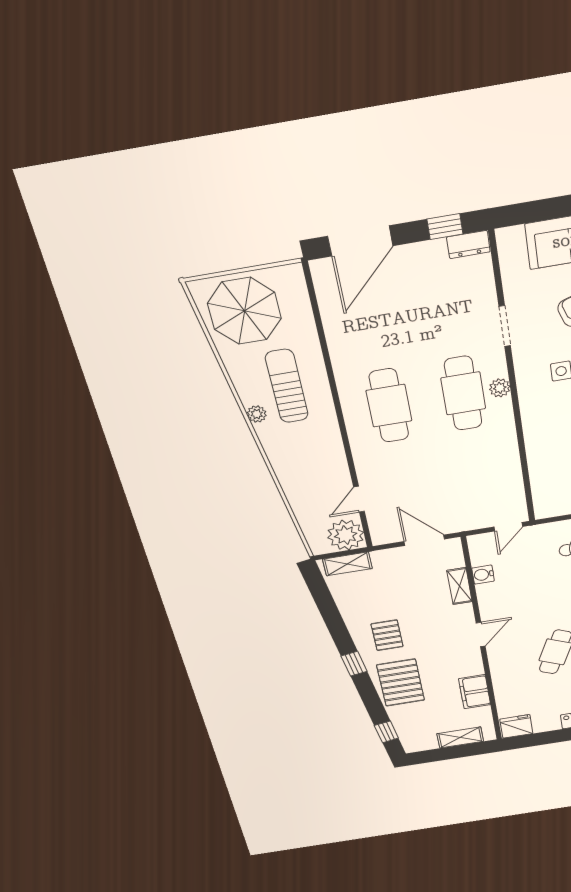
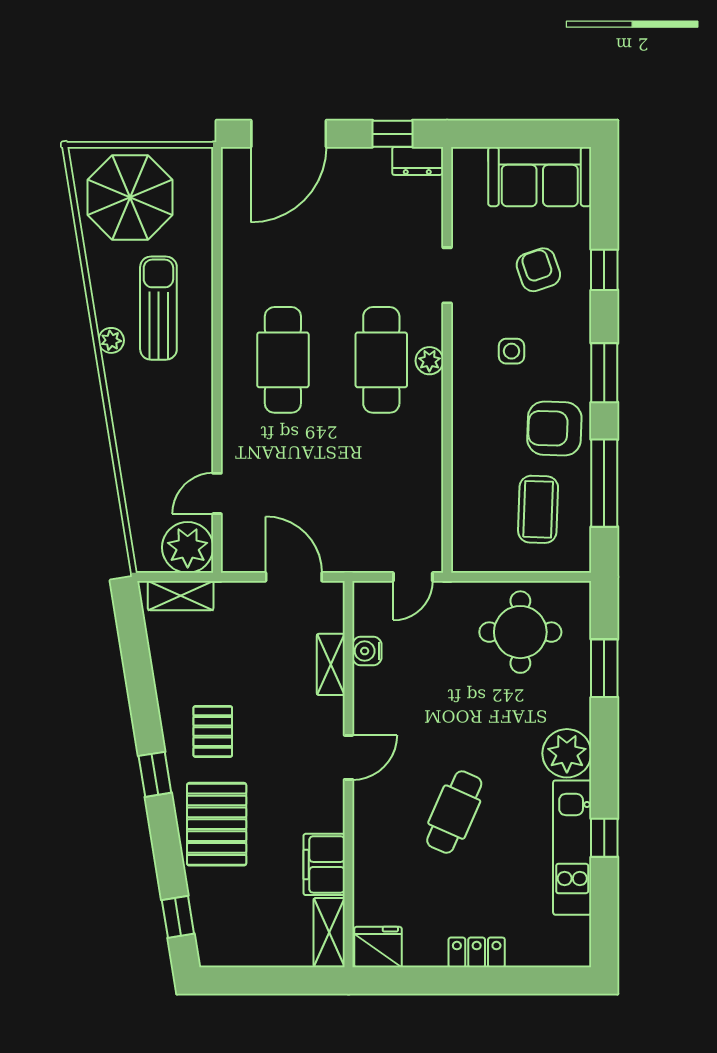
shelving: (460, 737) -> (329, 932), moved, turned 90

